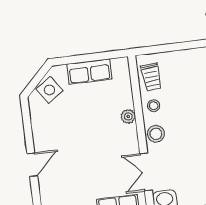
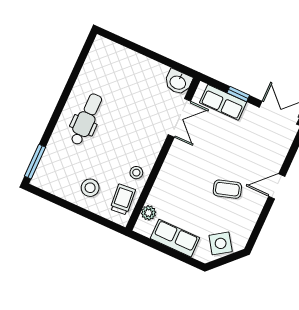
plant: (128, 116) -> (149, 213), moved
stool: (156, 134) -> (90, 188), moved
coffee table: (71, 138) -> (227, 189), added

